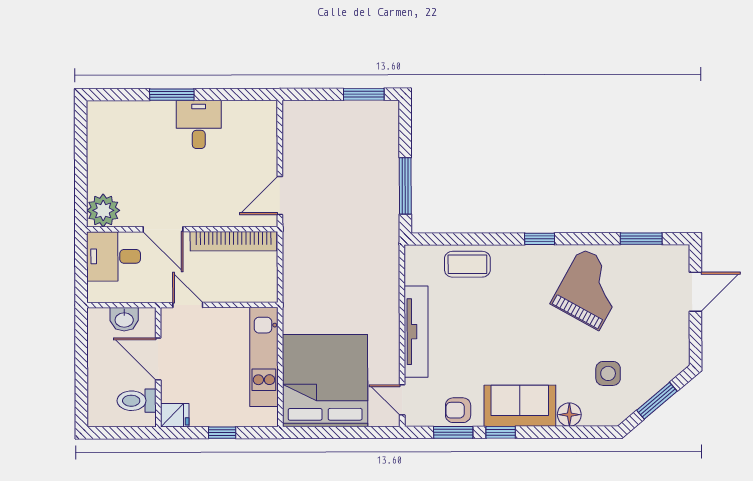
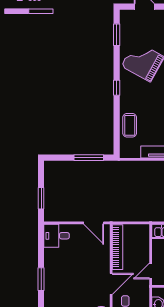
window: (364, 94) -> (41, 198), moved
desk: (199, 124) -> (57, 236), moved

